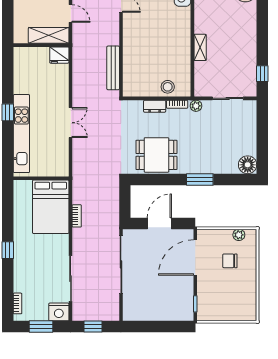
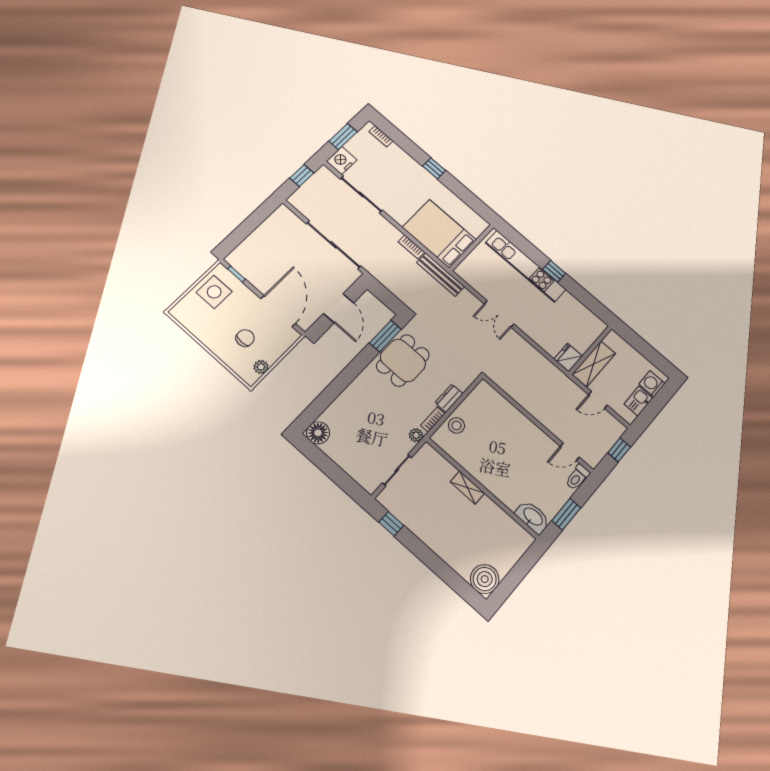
bench: (113, 68) -> (440, 275), moved
window: (200, 179) -> (385, 336), moved
side table: (219, 306) -> (214, 292), added

